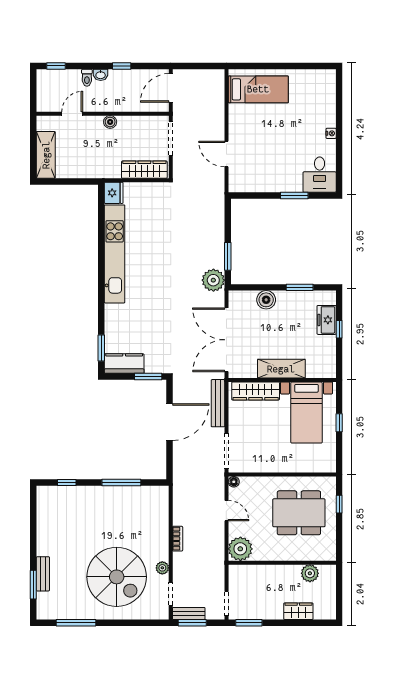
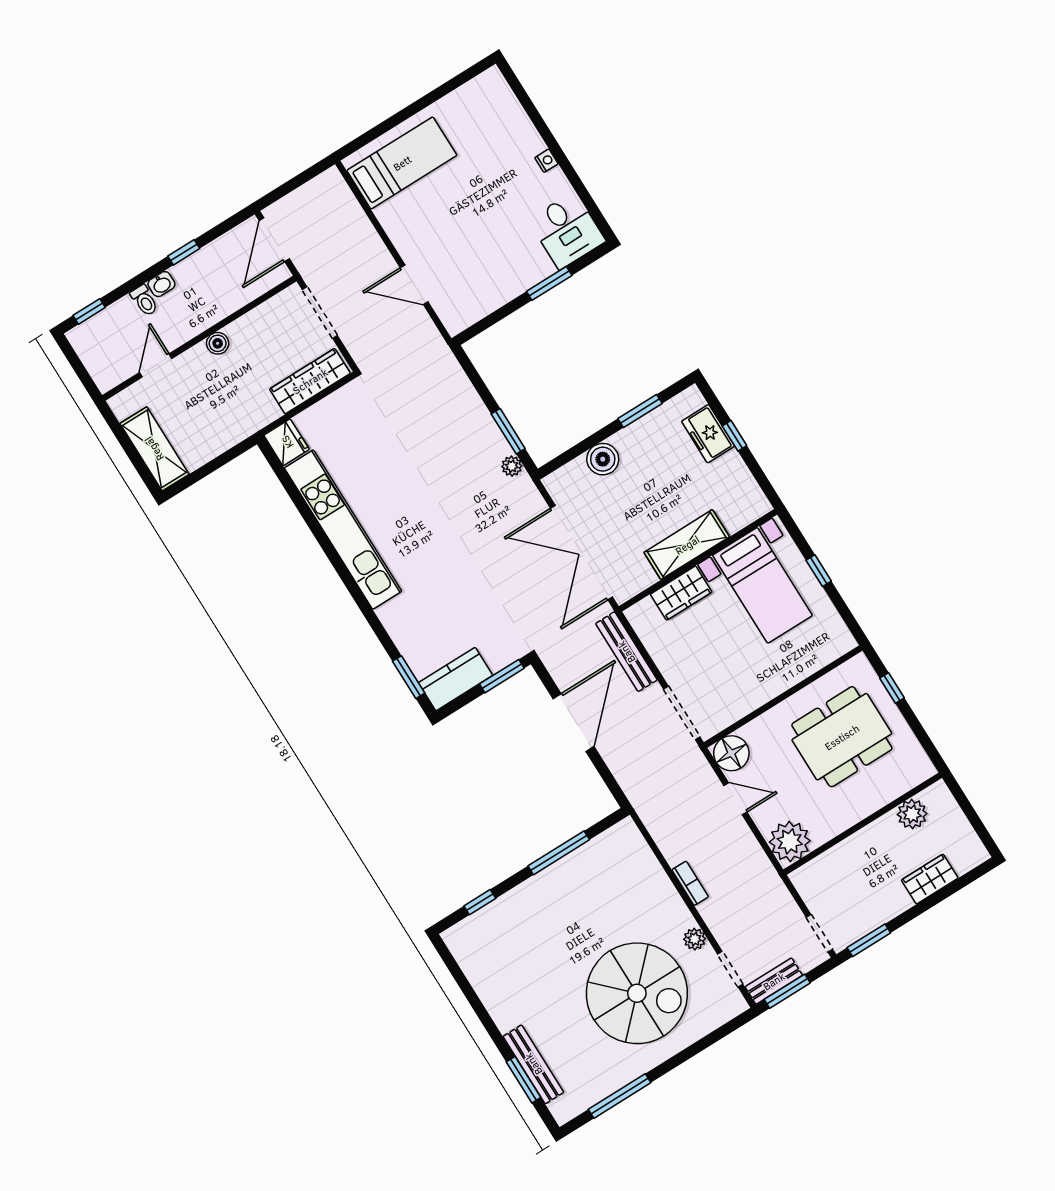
plant: (213, 280) -> (512, 466), width x0.53, depth x0.53
wardrobe: (256, 391) -> (681, 593), width x0.67
floor lamp: (234, 482) -> (731, 753), width x1.89, depth x1.89
bench: (43, 574) -> (533, 1064), width x1.36

